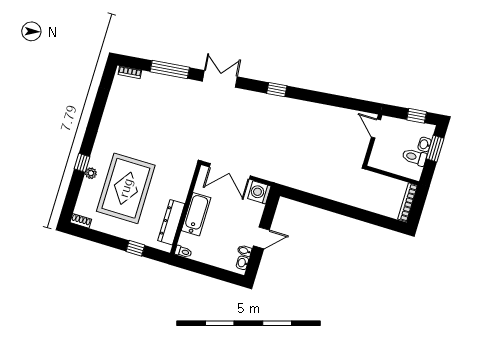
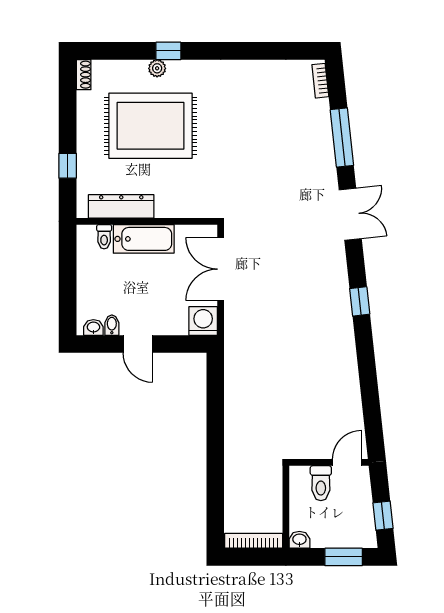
washbasin: (425, 144) -> (299, 540), moved
toilet: (414, 157) -> (321, 483), moved, turned 180
toilet: (183, 252) -> (104, 237), moved

